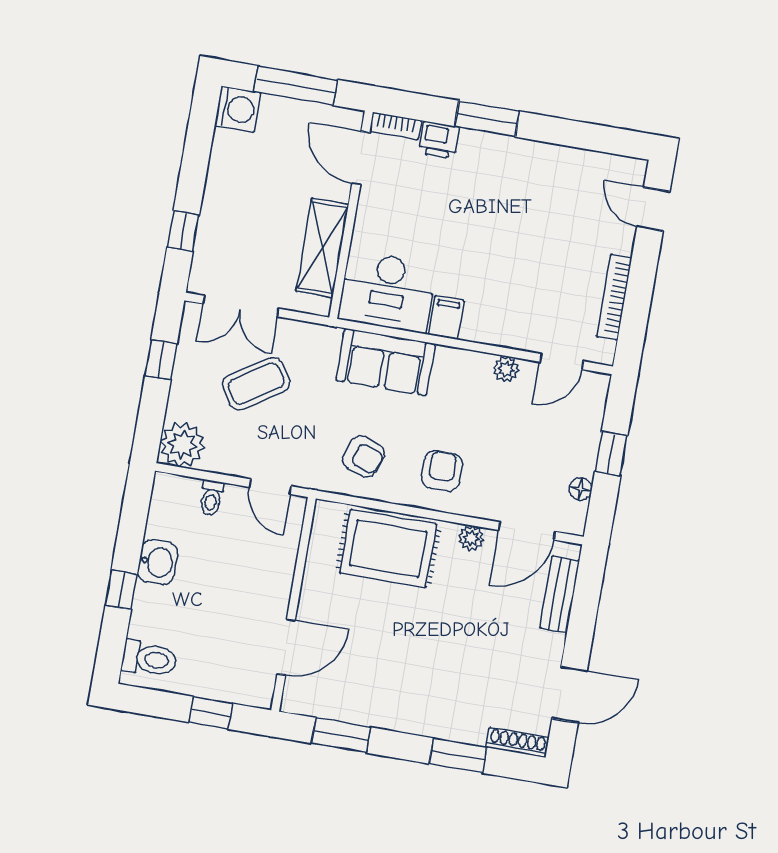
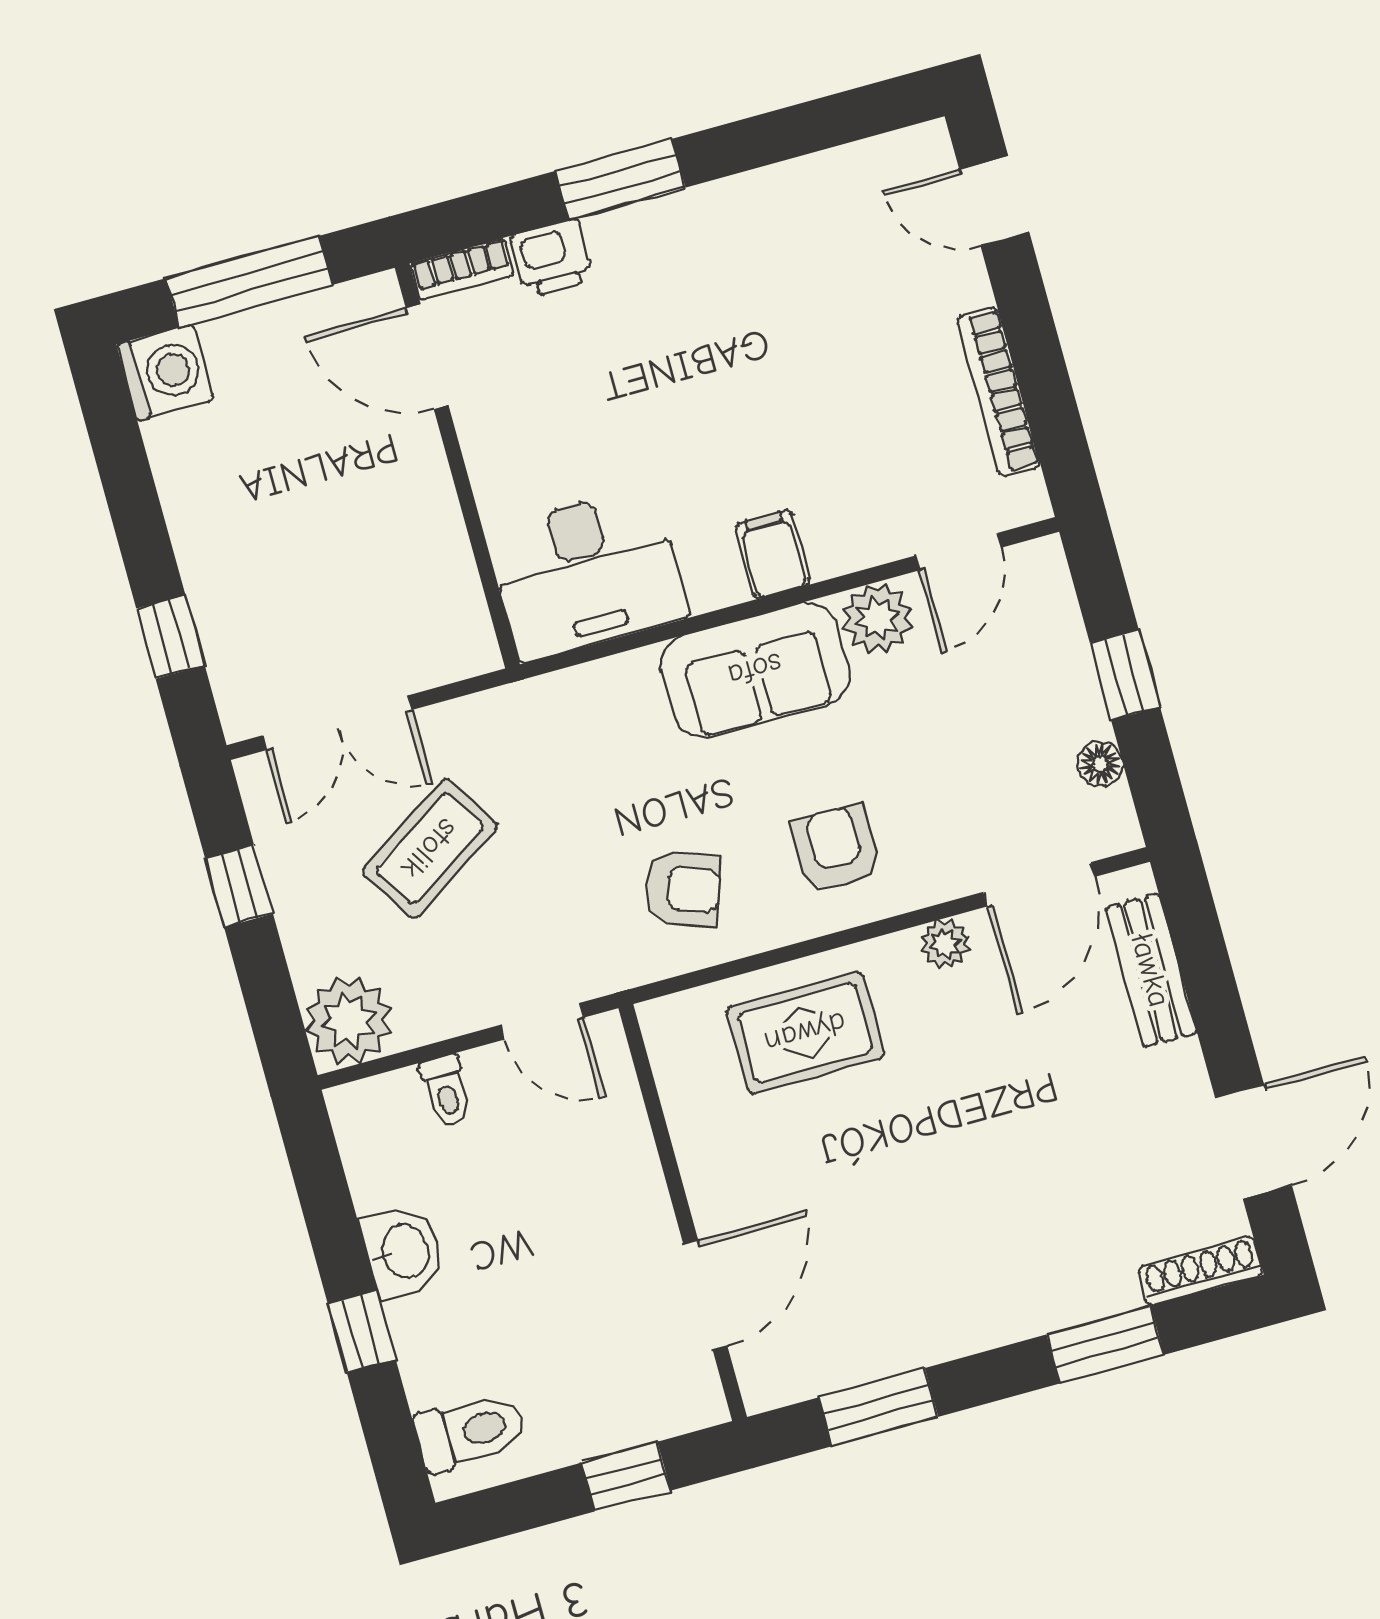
shelving: (322, 248) -> (434, 549), removed
filing cabinet: (446, 318) -> (773, 554), moved
sofa: (385, 362) -> (755, 670), moved
plant: (506, 369) -> (877, 619), width x1.38, depth x1.38
rug: (388, 548) -> (805, 1033), width x0.73, depth x0.70

